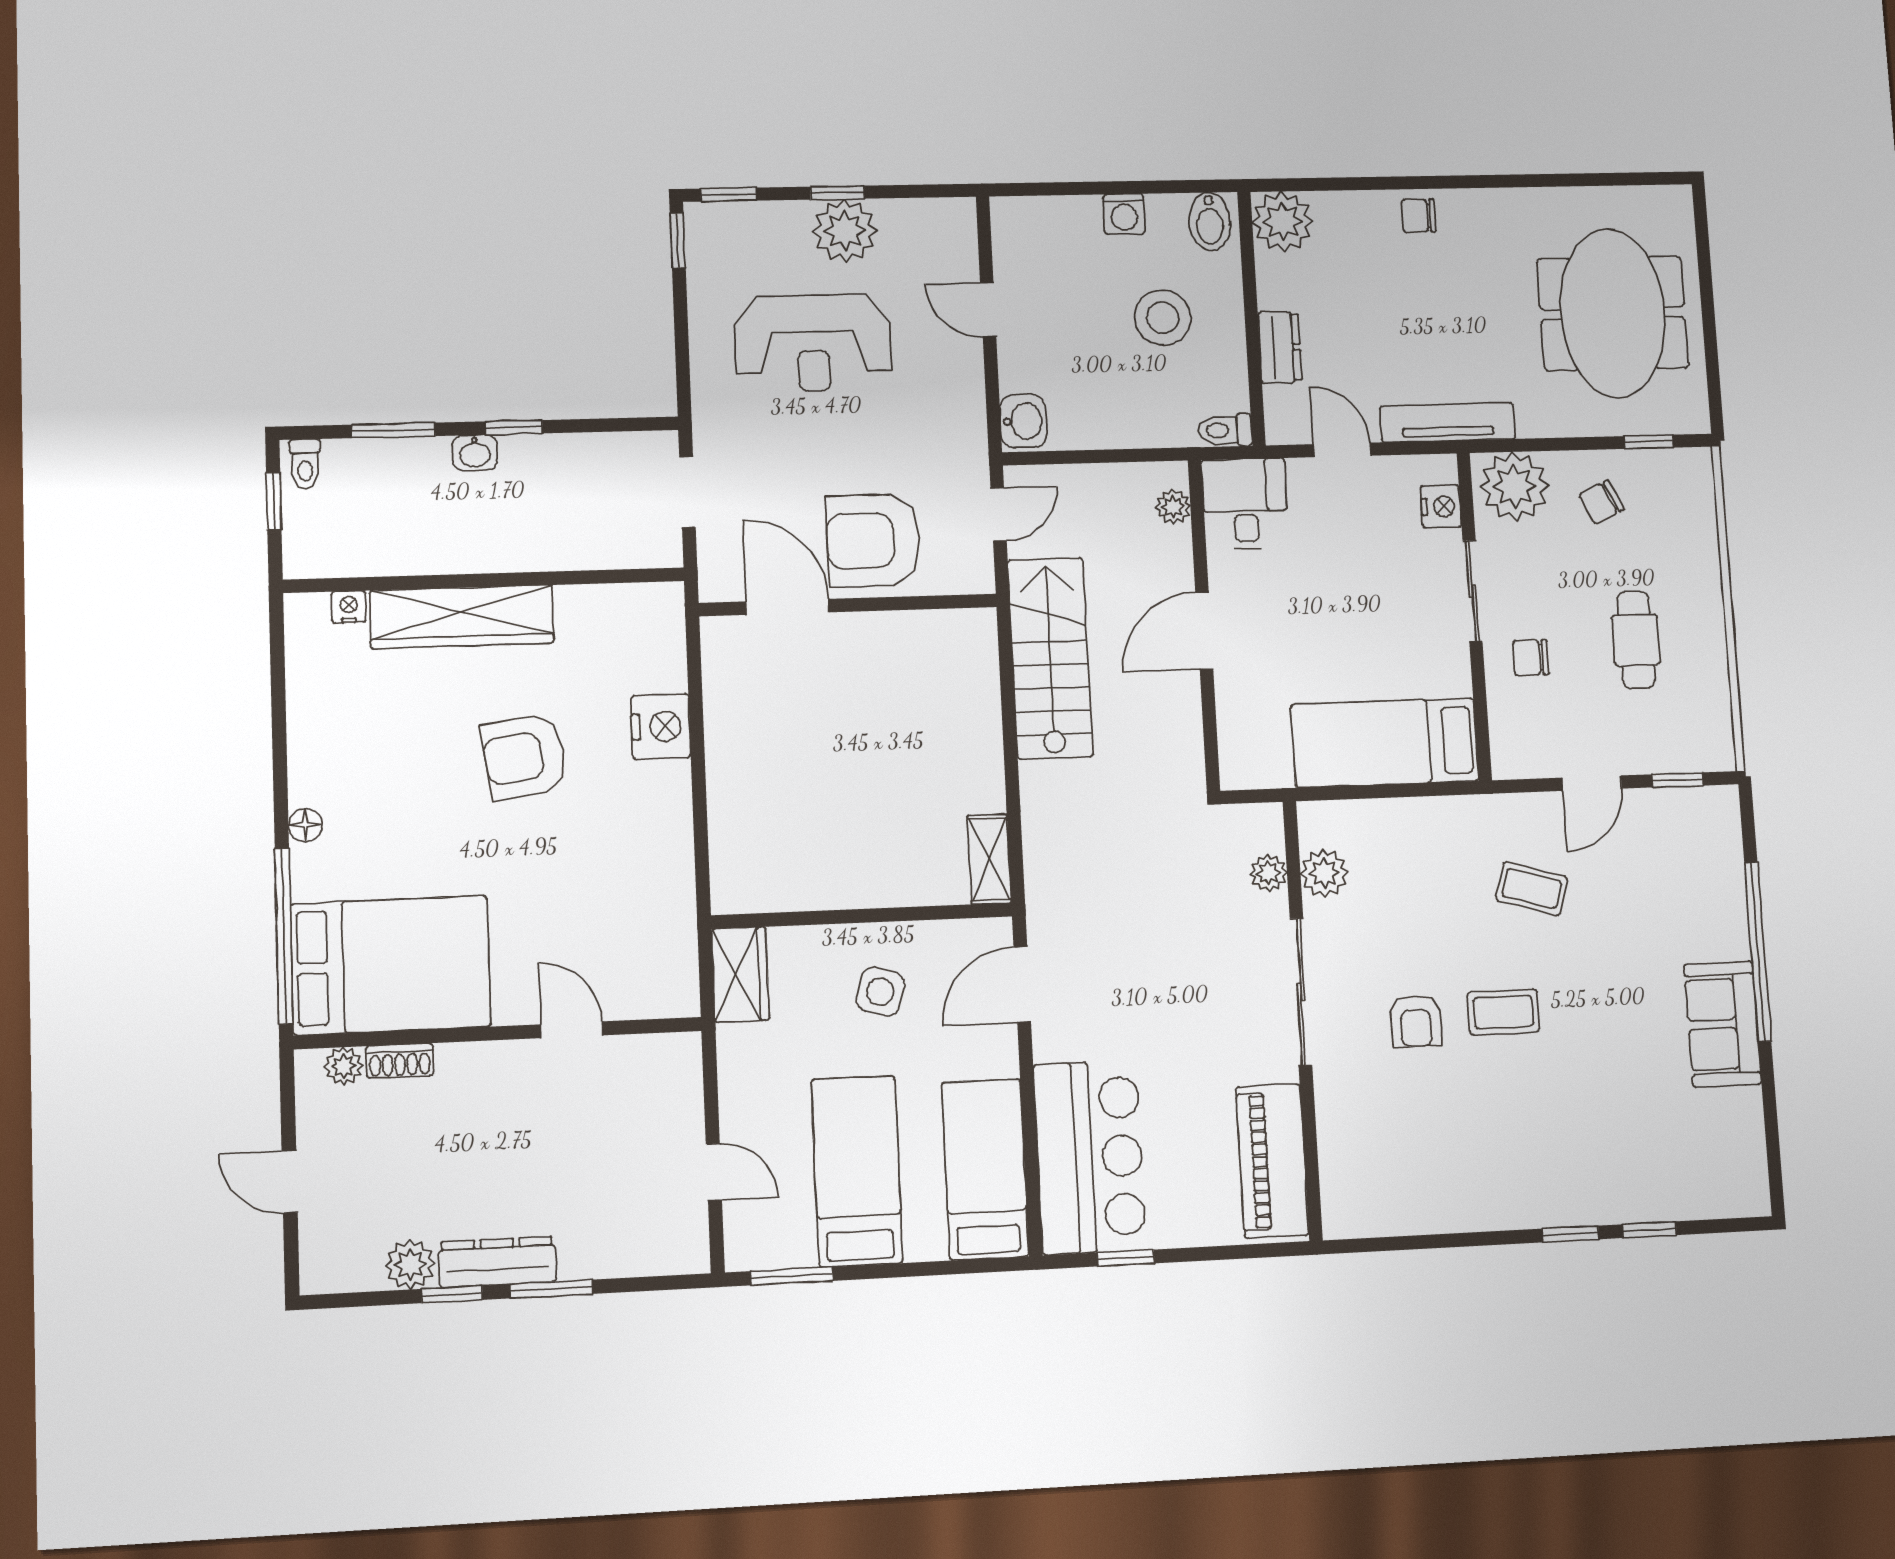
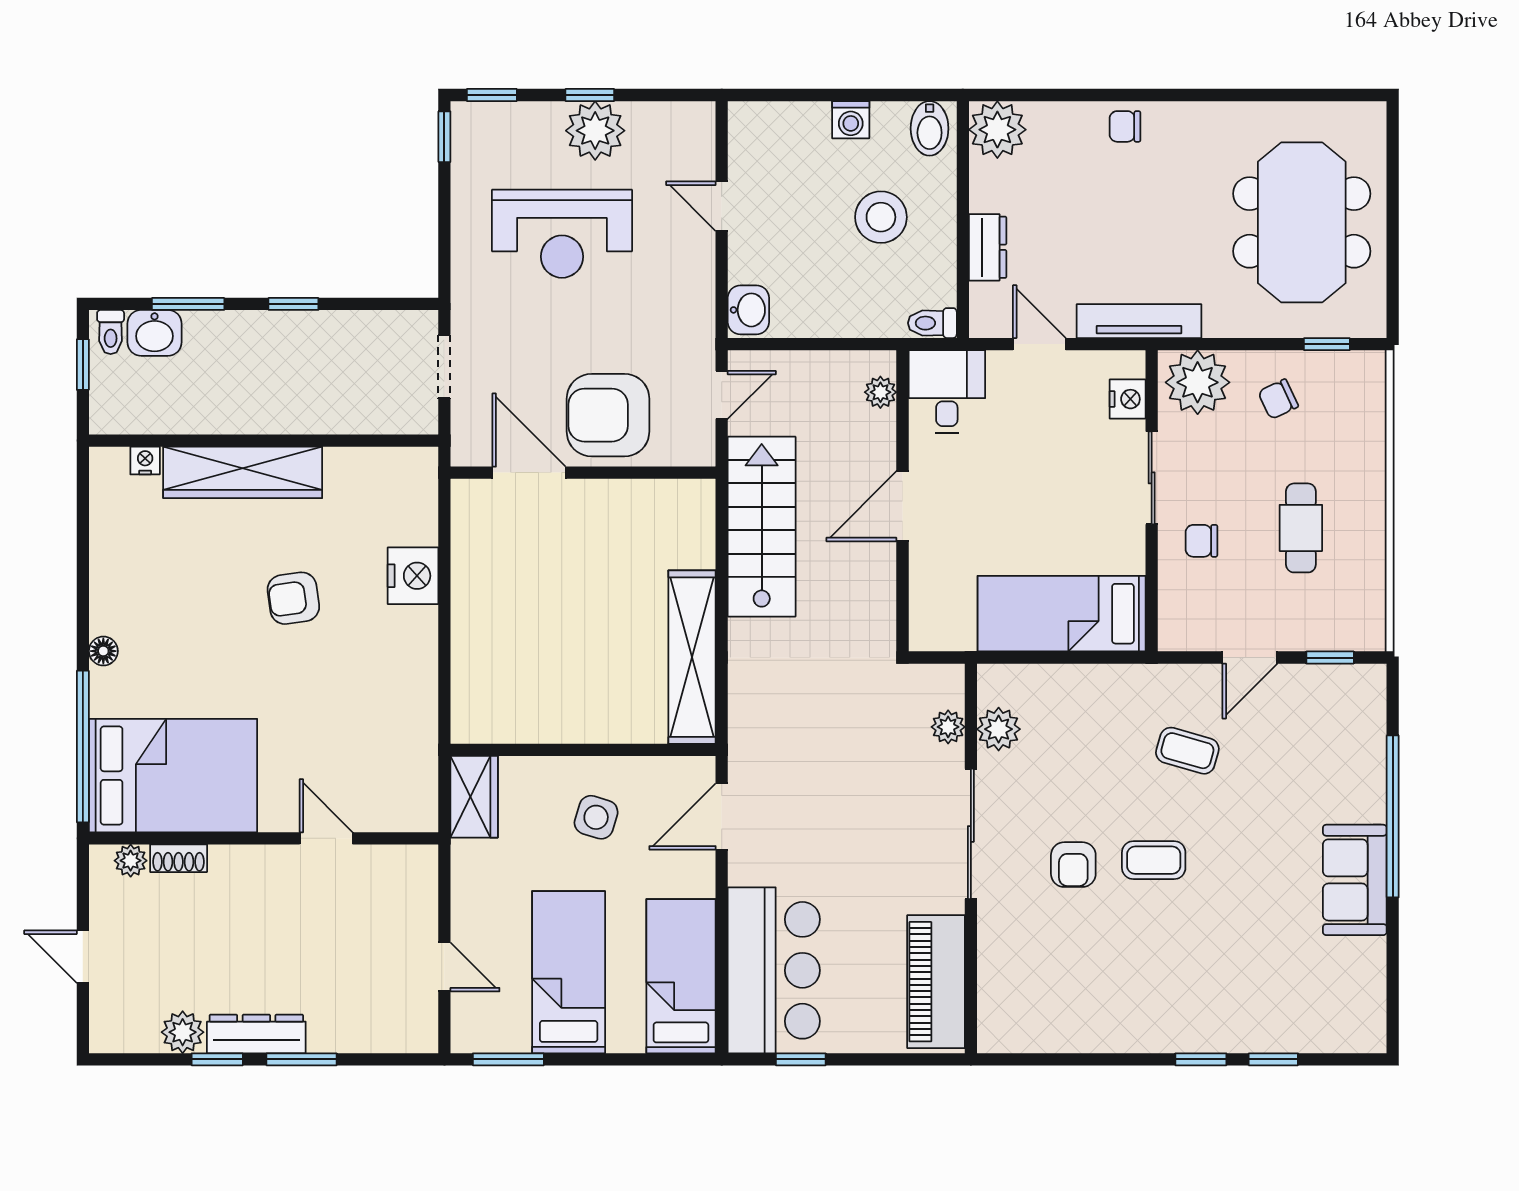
washbasin: (475, 453) -> (155, 333), moved, width x1.38, depth x1.45
armchair: (524, 757) -> (293, 598), width x0.72, depth x0.72
shelving: (989, 859) -> (692, 657), width x2.20, depth x1.33

